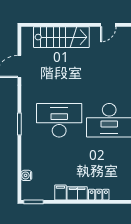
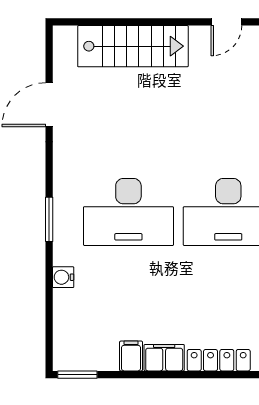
desk: (59, 120) -> (128, 212), turned 180
water cooler: (26, 175) -> (63, 277), moved
locker: (99, 195) -> (219, 360), width x1.53

